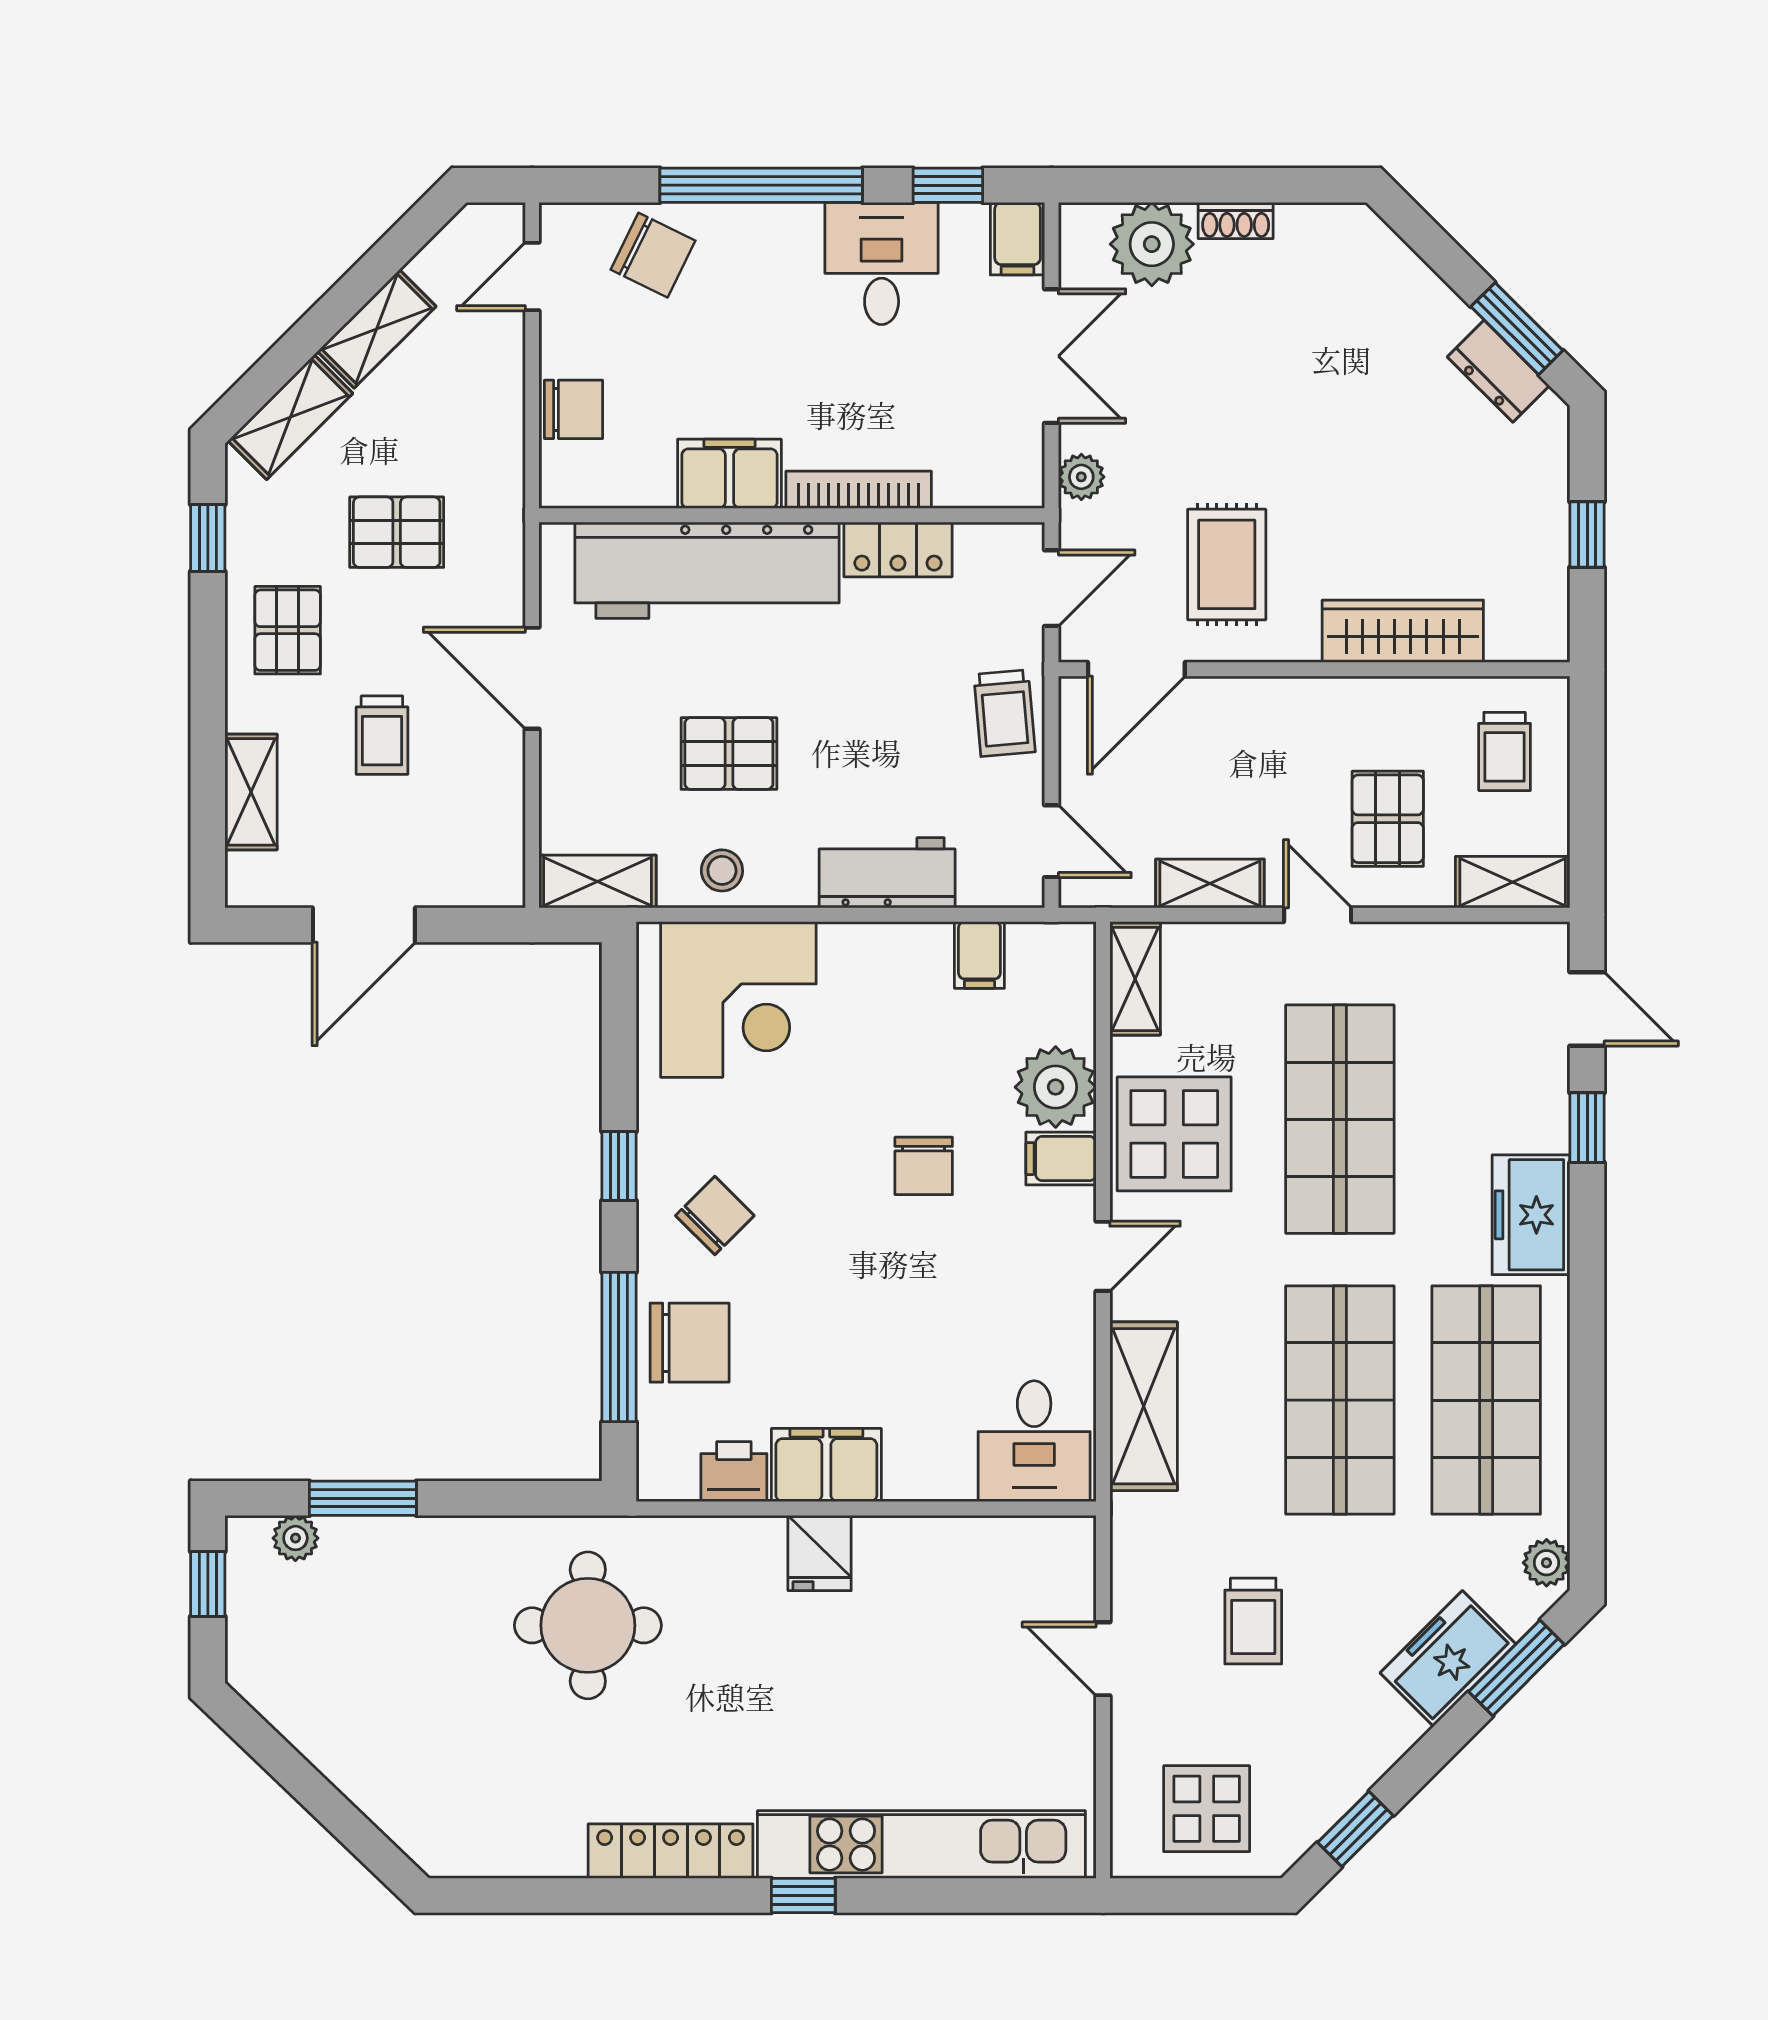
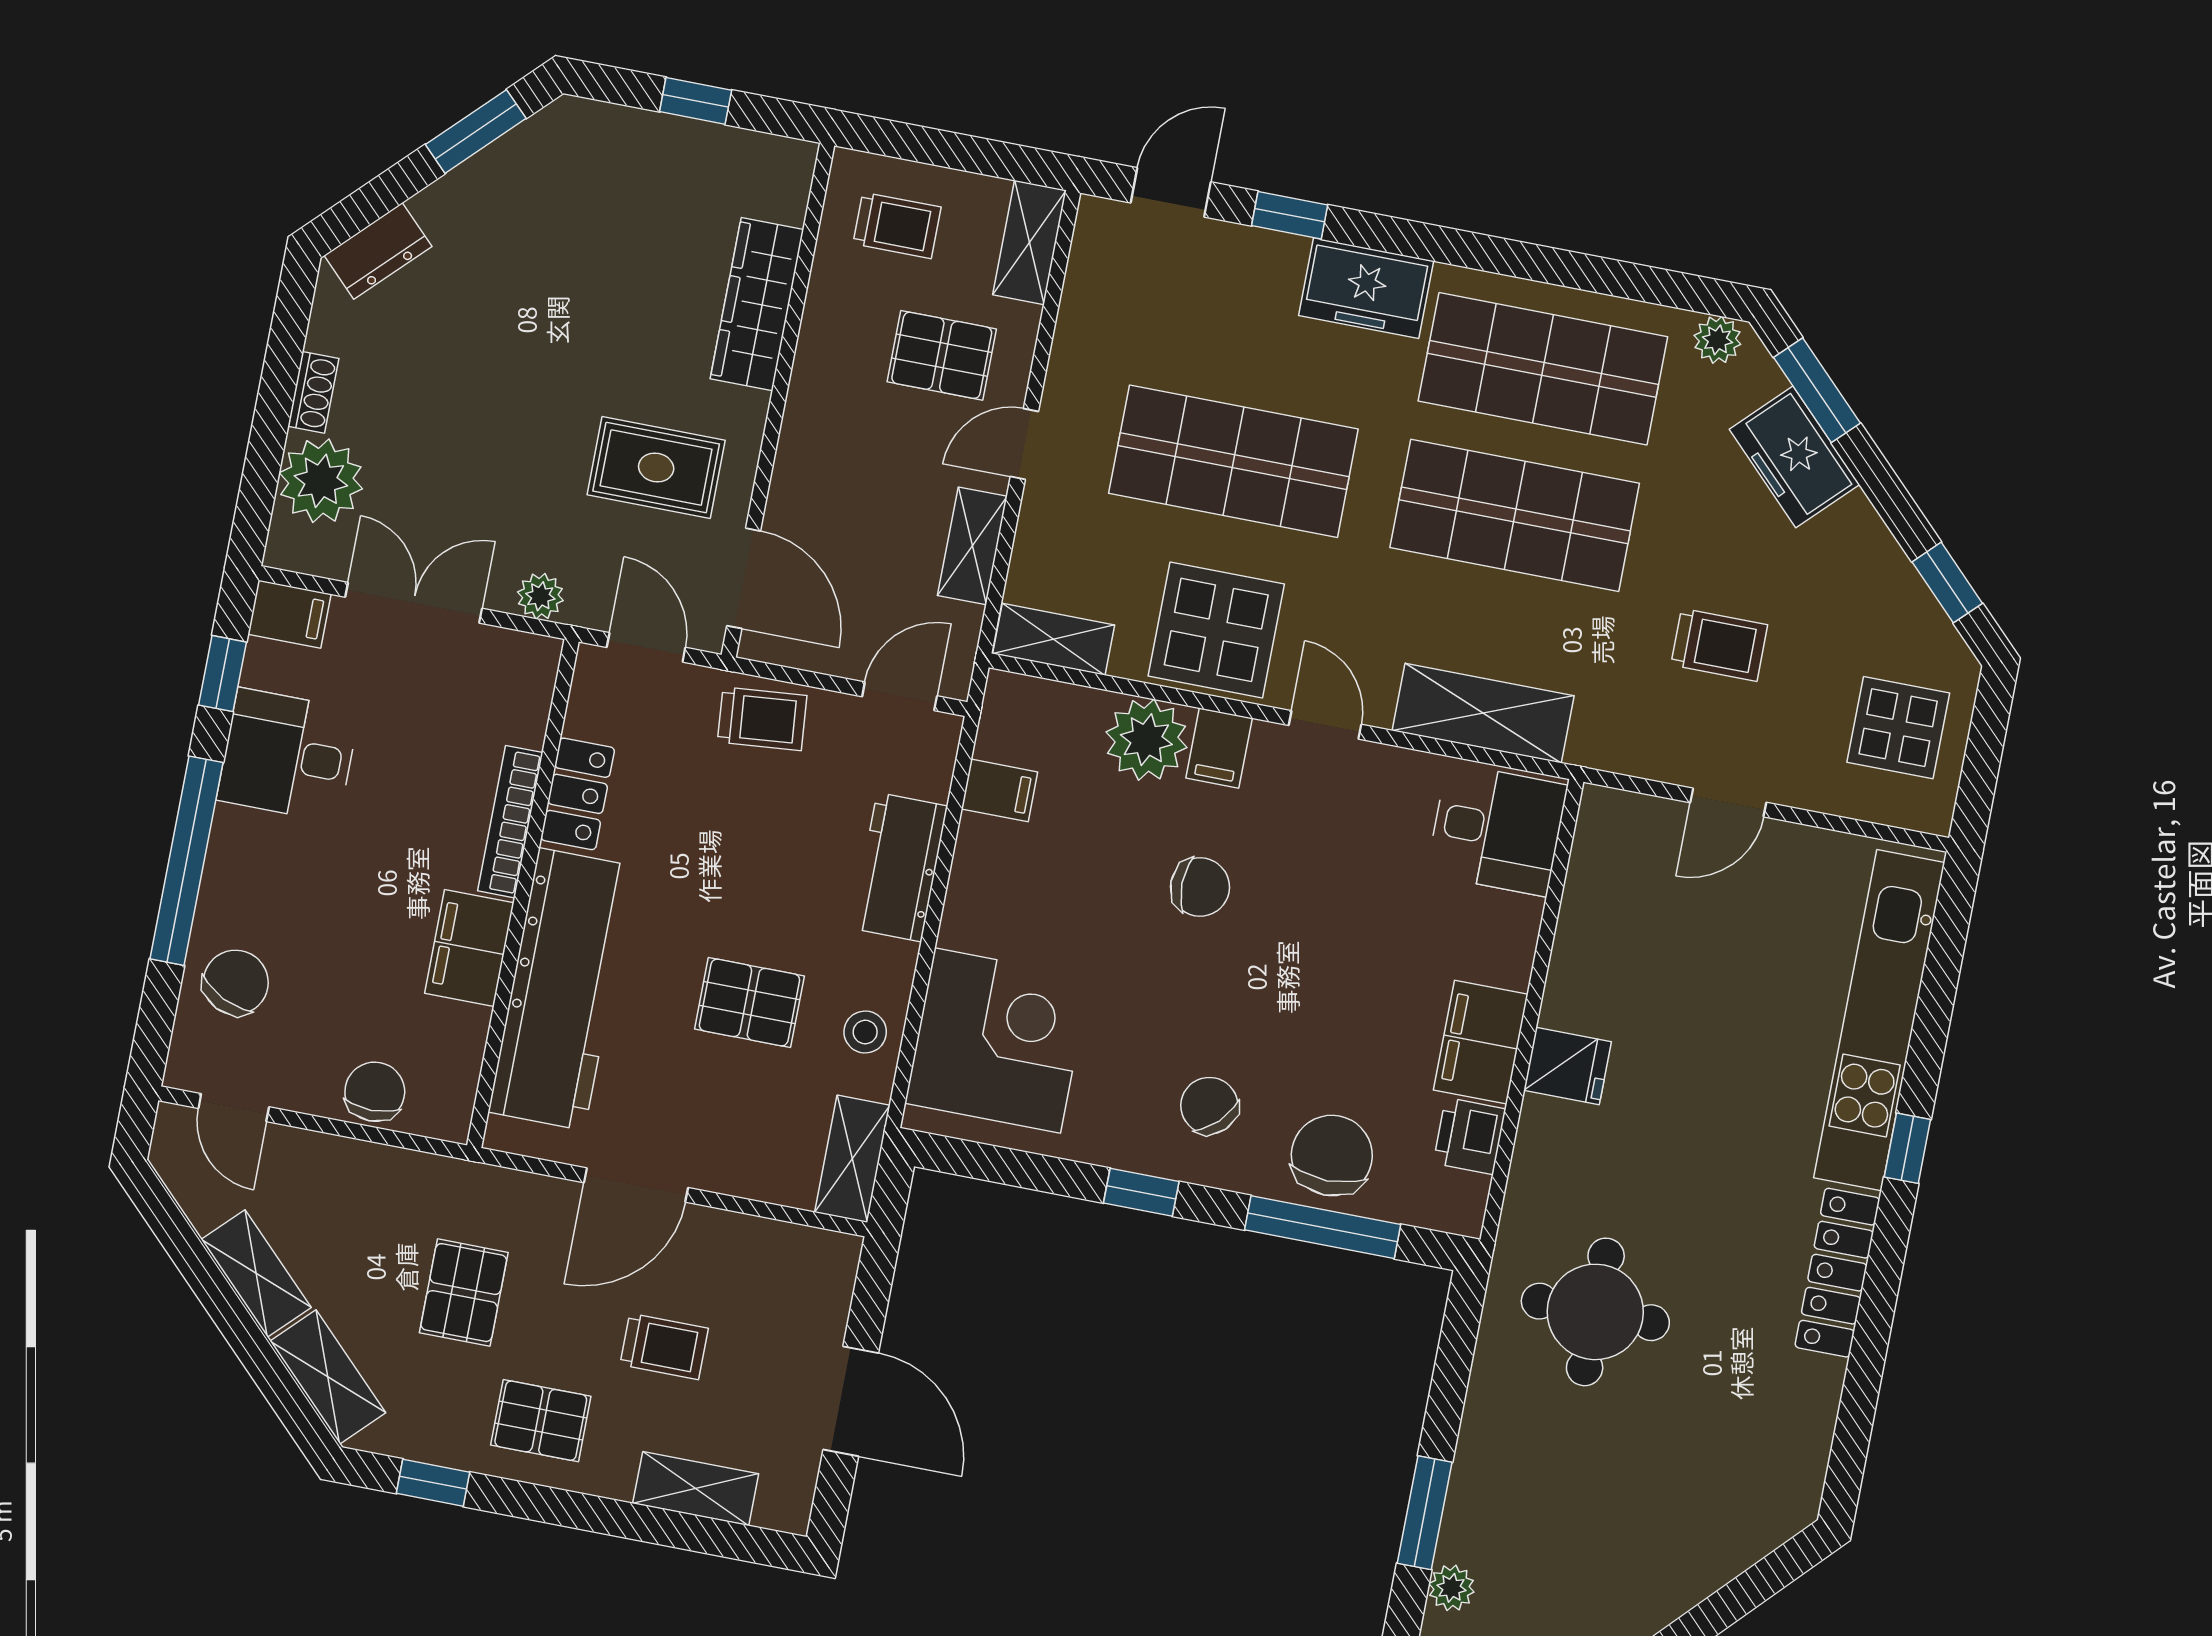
dresser: (1498, 371) -> (378, 251), moved
pallet: (729, 754) -> (749, 1002), turned 90

